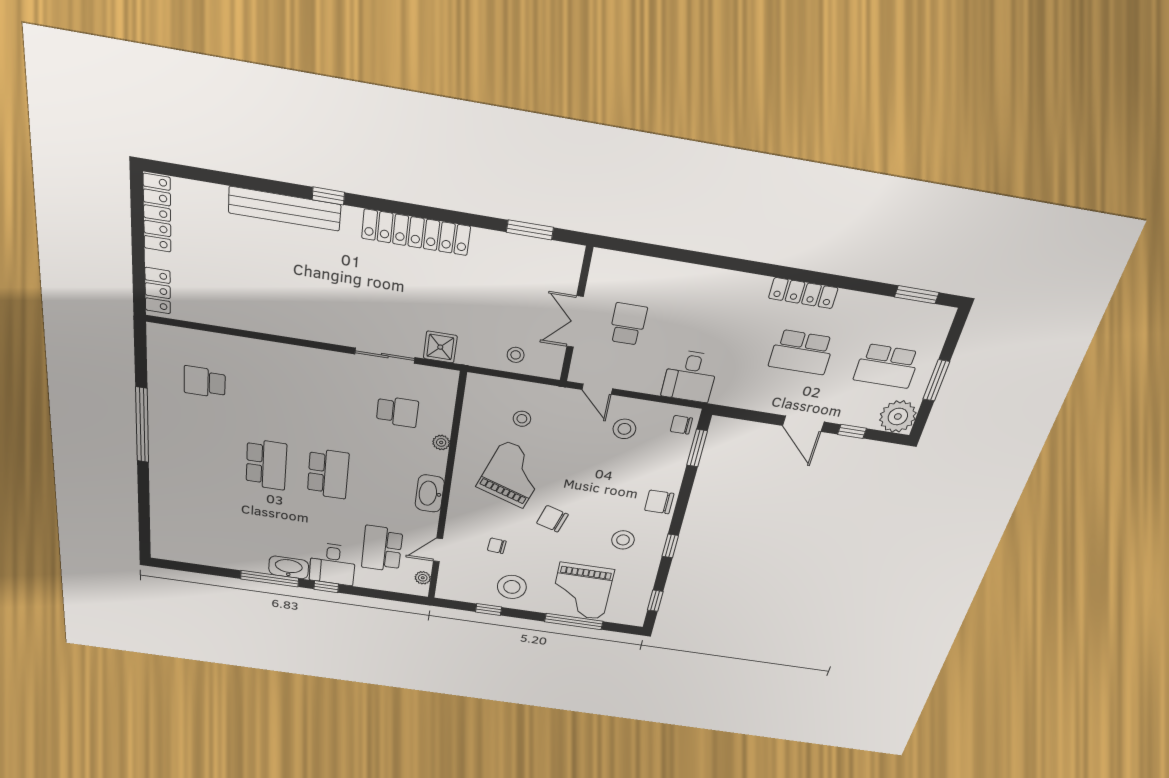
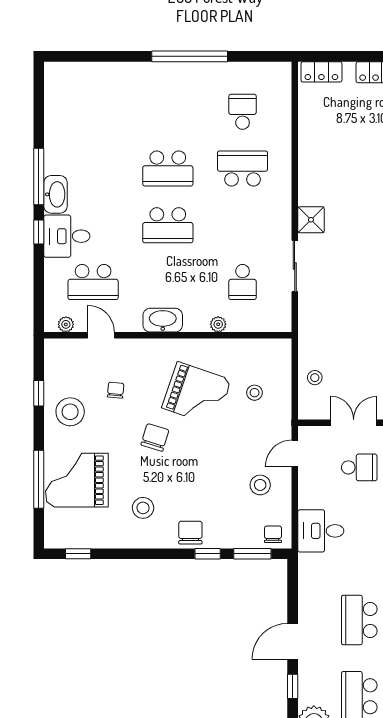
shower: (440, 347) -> (311, 220), moved
school desk: (269, 392) -> (243, 168), added
window: (670, 546) -> (208, 554), moved
school desk: (382, 549) -> (93, 282), turned 180

